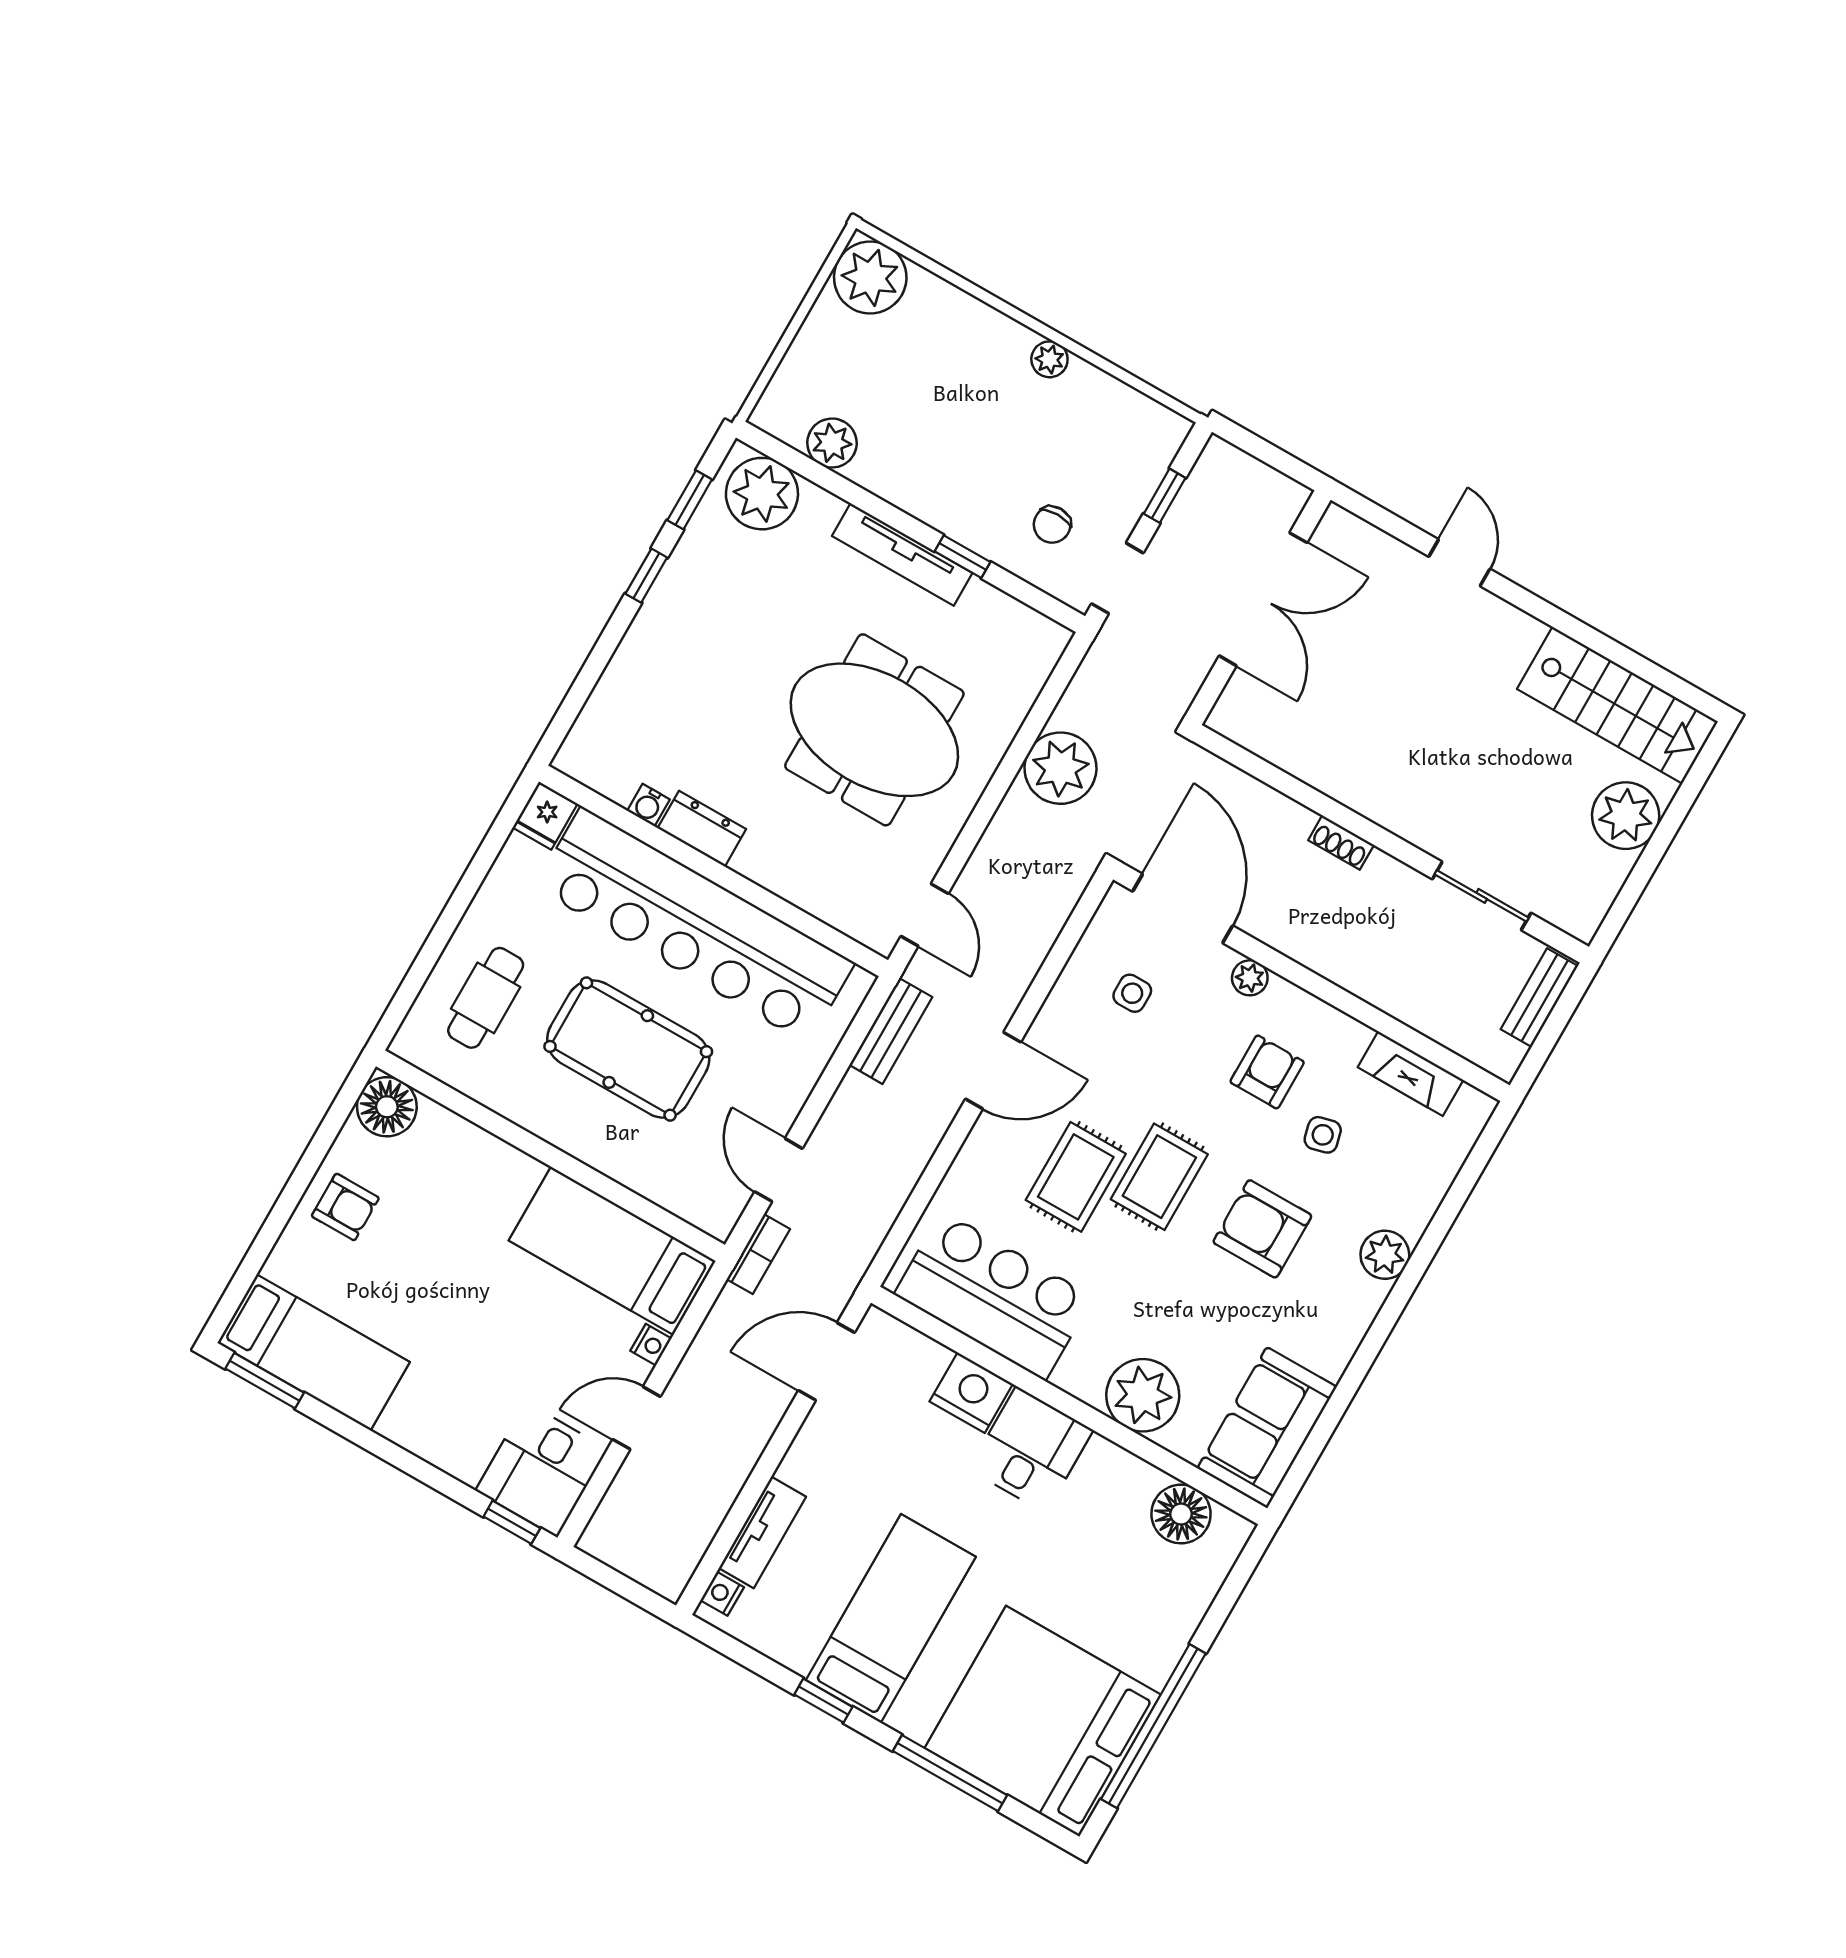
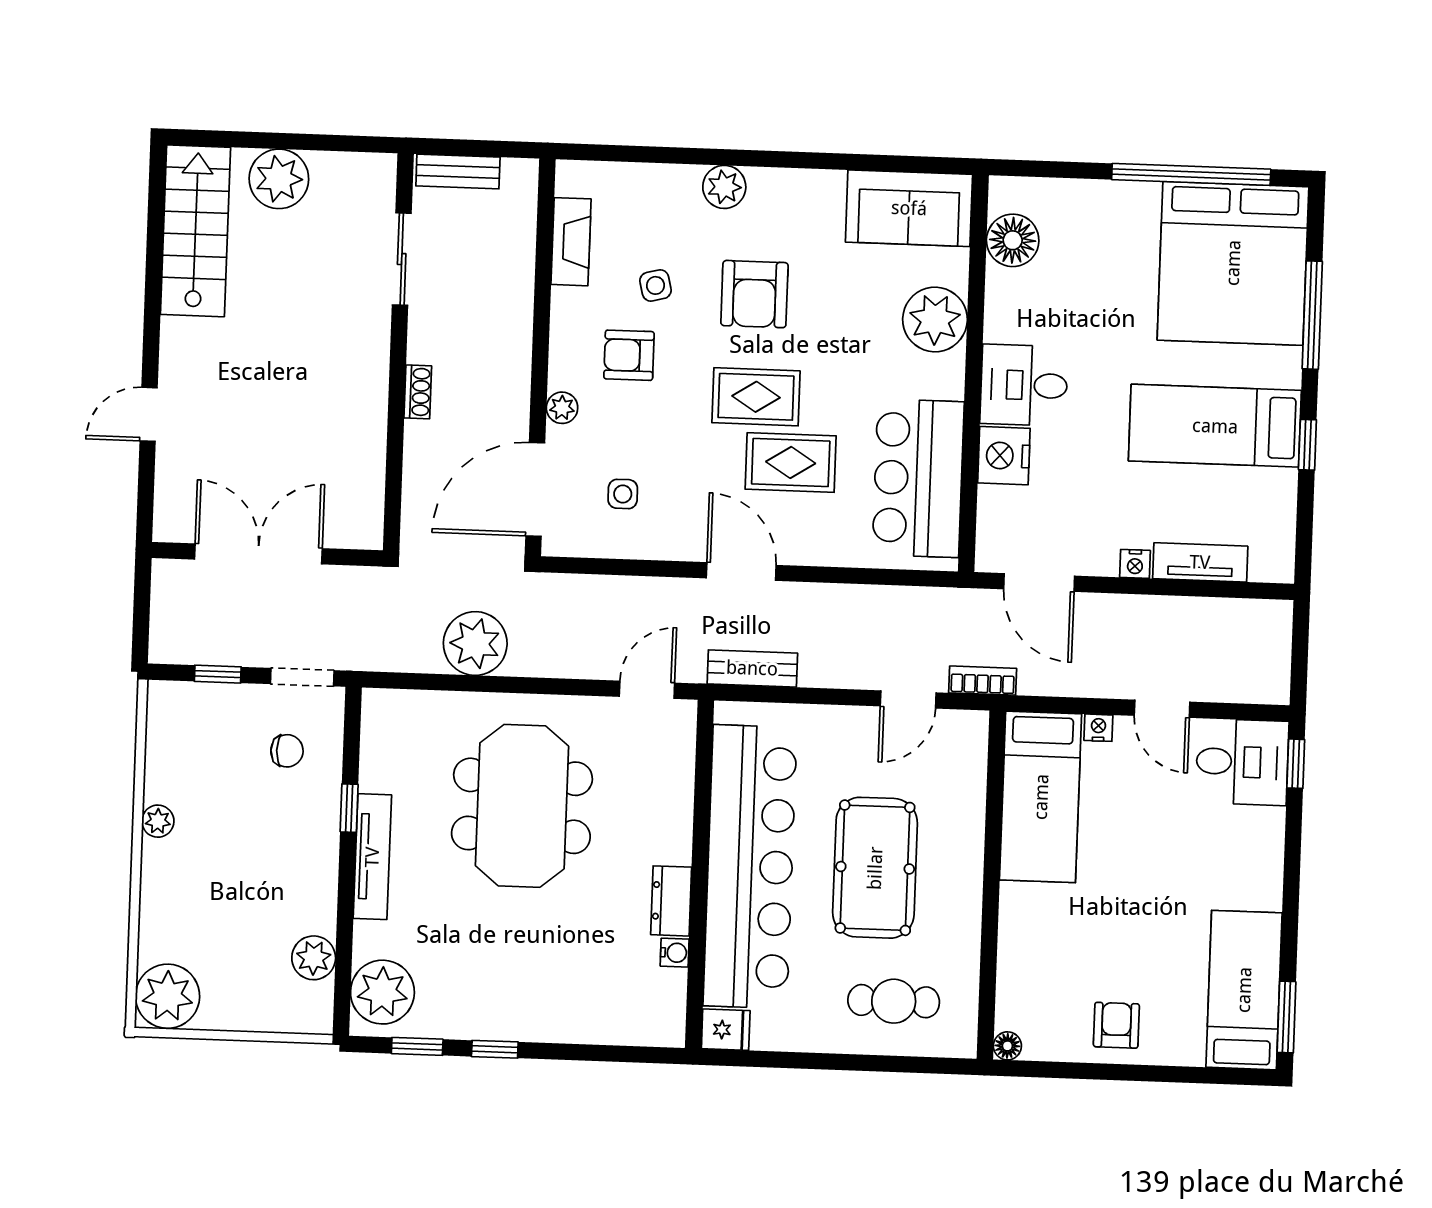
floor lamp: (387, 1107) -> (1007, 1046), width x0.53, depth x0.53
nightstand: (722, 1594) -> (1135, 564), moved

